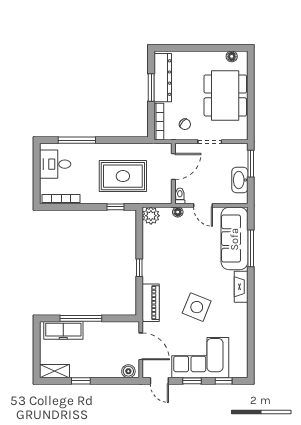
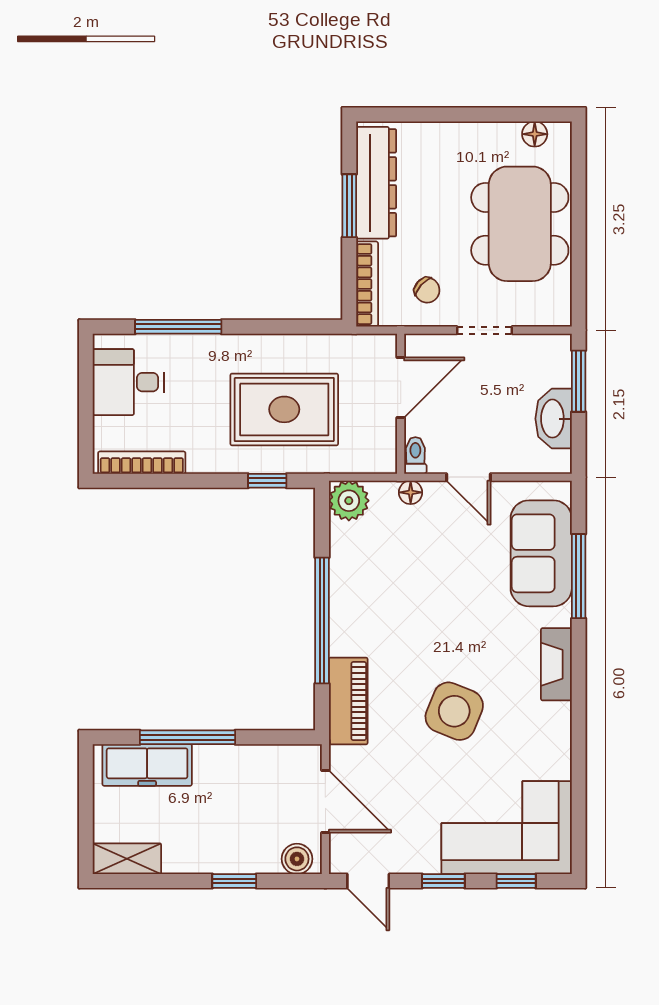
sofa: (234, 239) -> (541, 553), width x0.73
window: (139, 268) -> (322, 620), width x3.17
corner sofa: (200, 358) -> (507, 828), moved
window: (81, 381) -> (234, 881), moved

